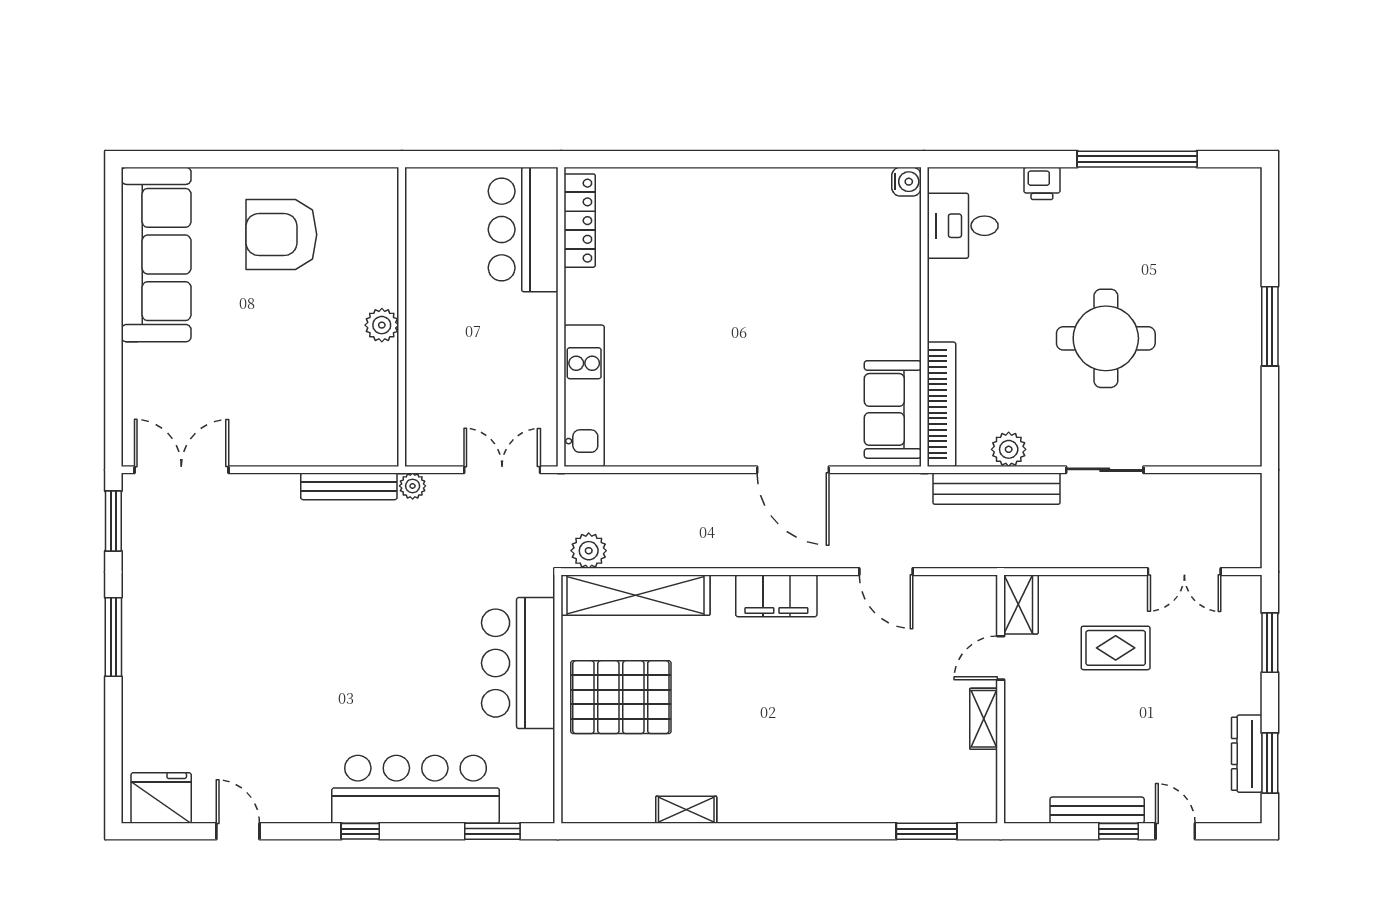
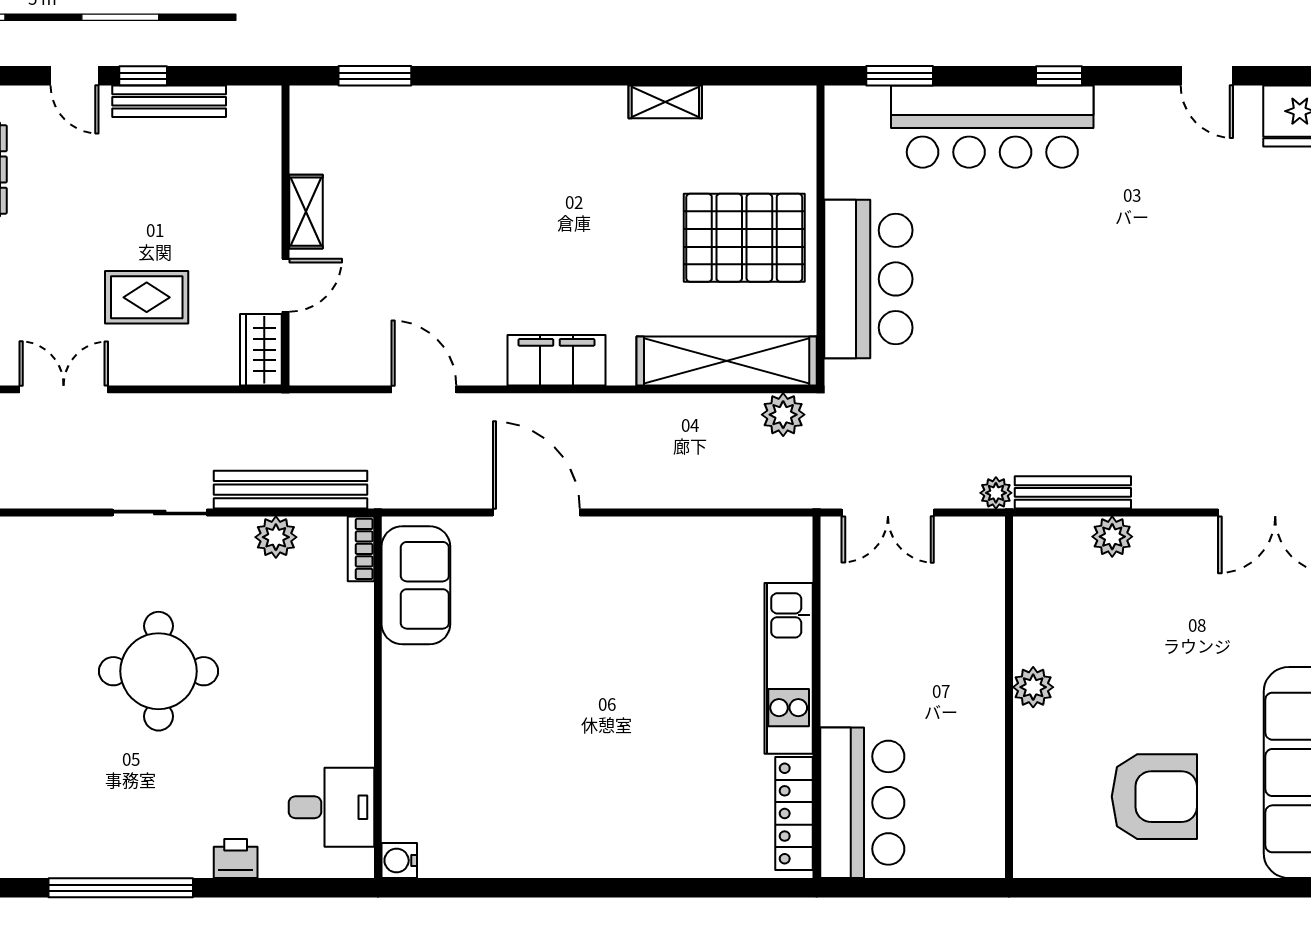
kitchen unit: (584, 396) -> (789, 668), moved
bookcase: (942, 404) -> (361, 549), width x0.43, depth x0.76
plant: (316, 450) -> (1112, 537), added

